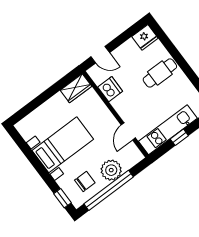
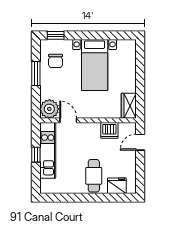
fridge: (145, 37) -> (117, 186), moved, turned 90
plant: (111, 170) -> (49, 109), moved
window: (109, 190) -> (36, 73), width x0.47

